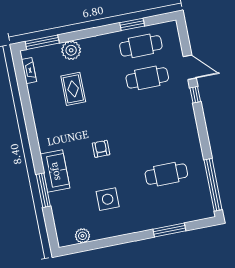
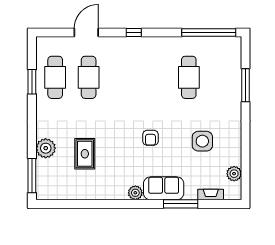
fireplace: (29, 71) -> (211, 195), moved
rug: (73, 89) -> (85, 154), turned 90
window: (195, 95) -> (134, 32), moved
plant: (45, 145) -> (135, 193), added
armchair: (101, 149) -> (151, 138), turned -90

